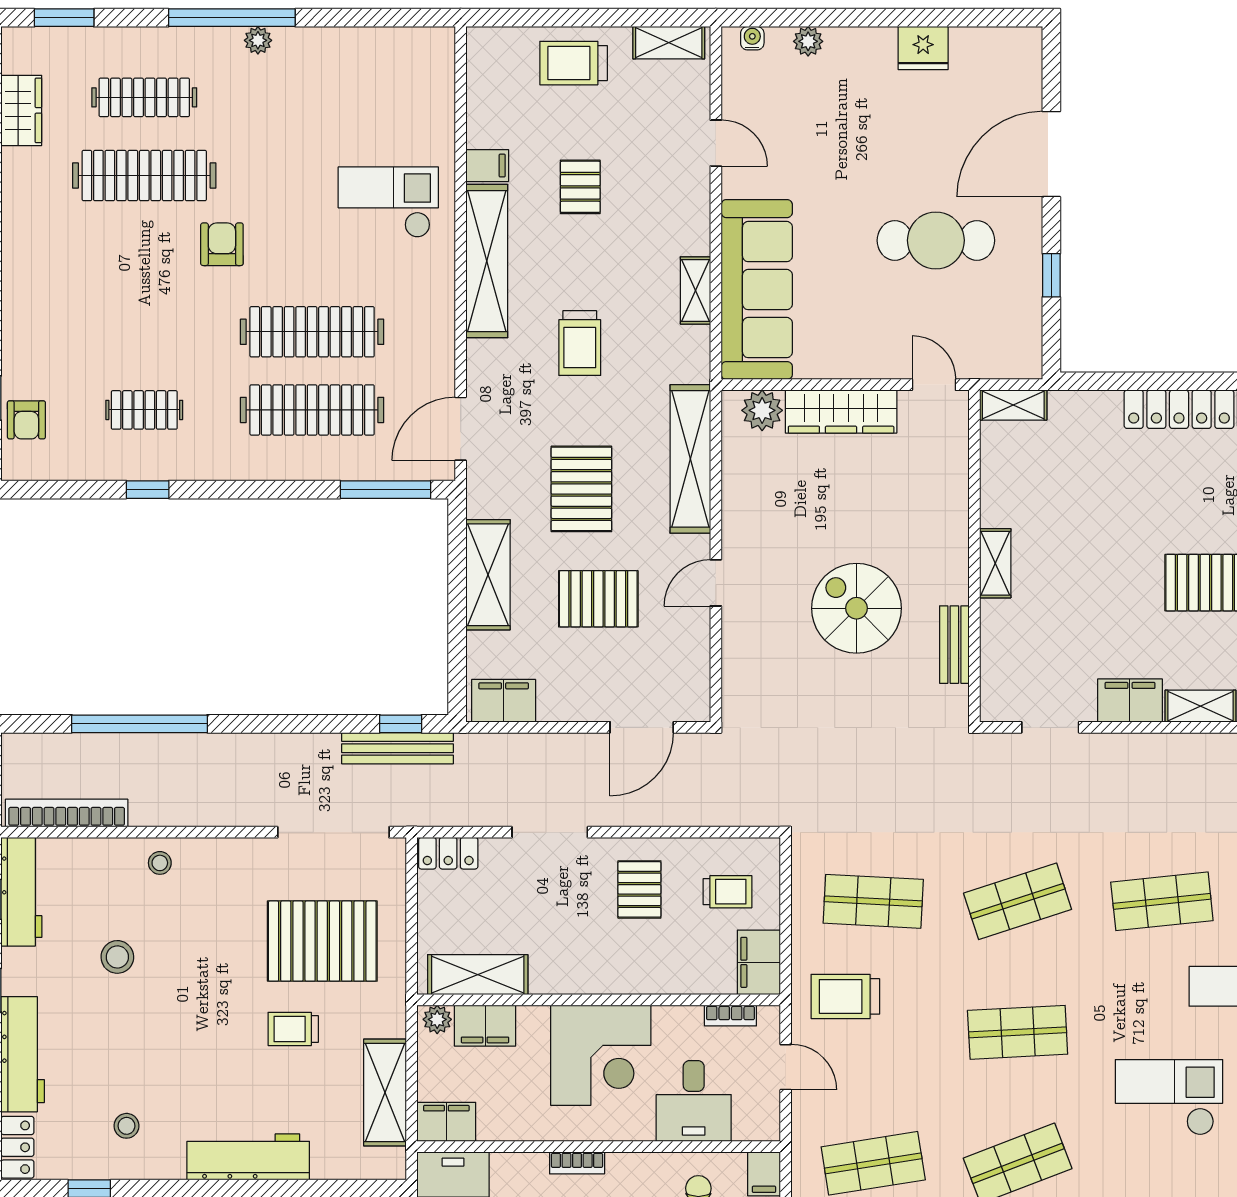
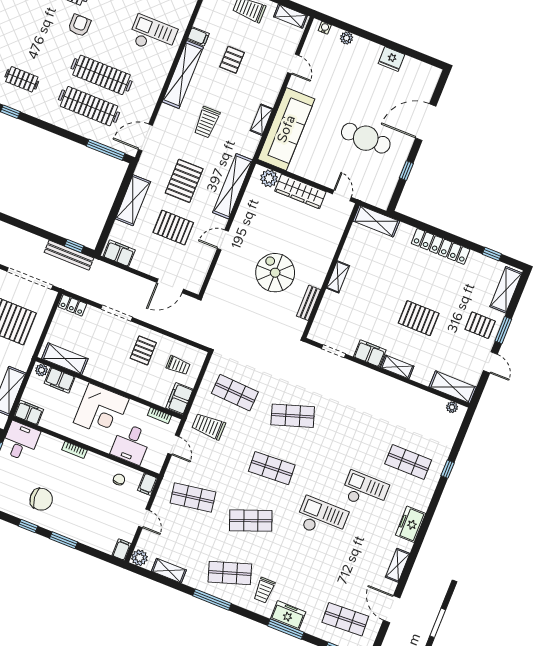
shelving: (1013, 405) -> (376, 221), width x1.50, depth x1.33
shop shelf: (1162, 901) -> (350, 439), removed

